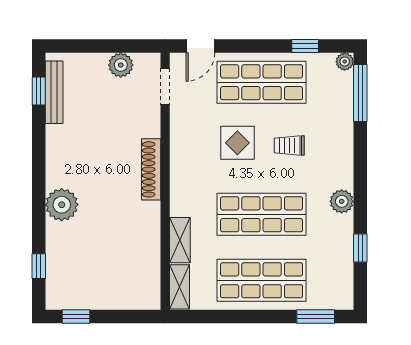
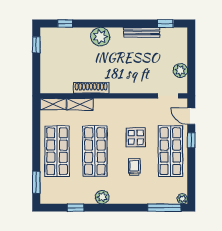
window: (305, 46) -> (191, 140), moved
bench: (54, 92) -> (142, 32), moved
shoe rack: (151, 169) -> (91, 88), moved

